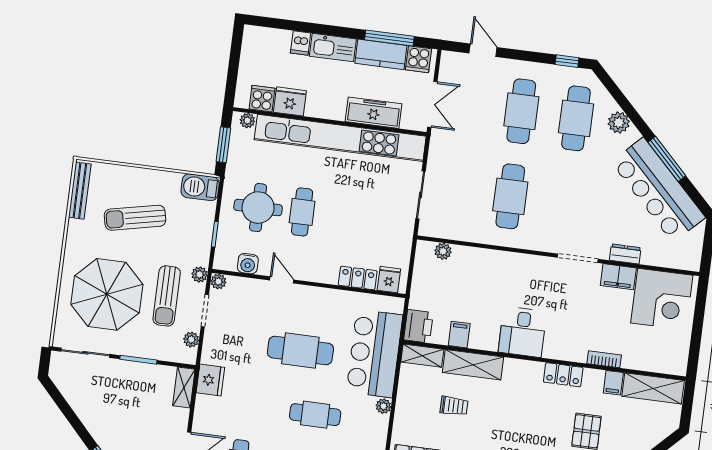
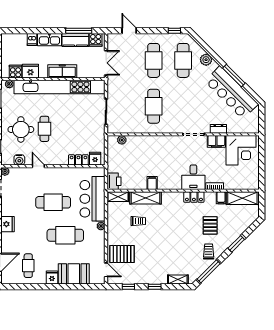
freezer: (374, 113) -> (62, 71), moved
desk: (522, 332) -> (193, 177), moved
filing cabinet: (459, 335) -> (152, 183), moved
cafe table: (315, 415) -> (65, 235), width x1.37, depth x1.35

